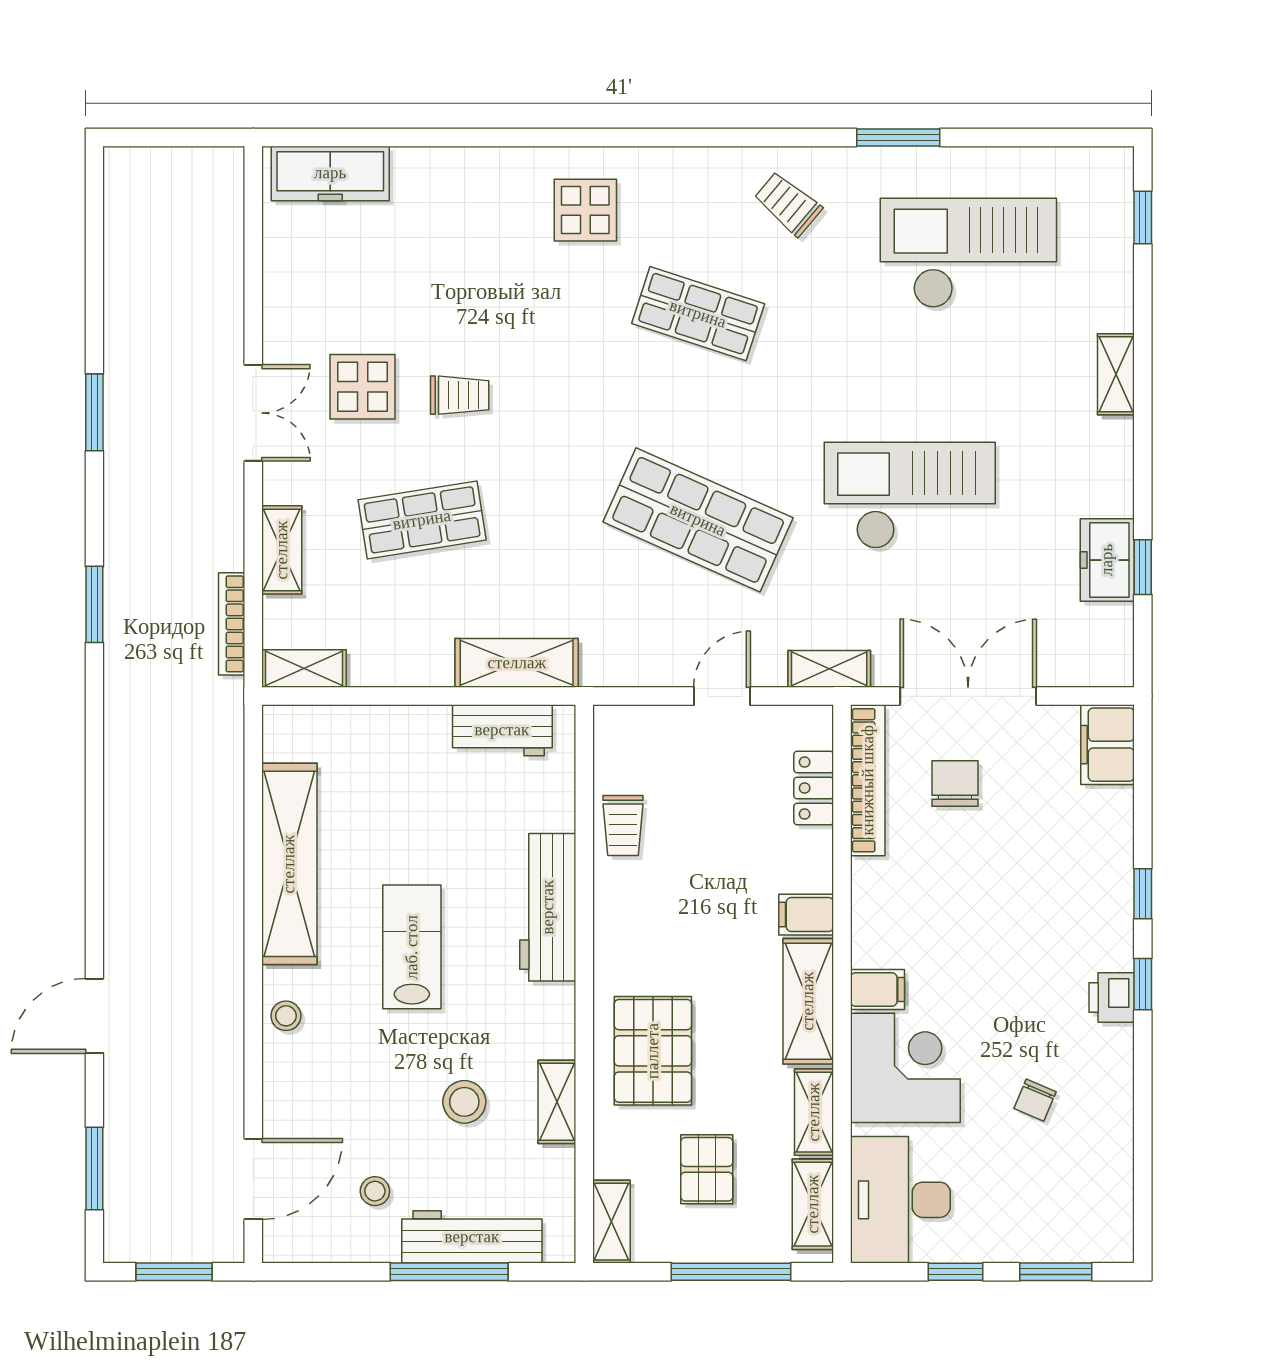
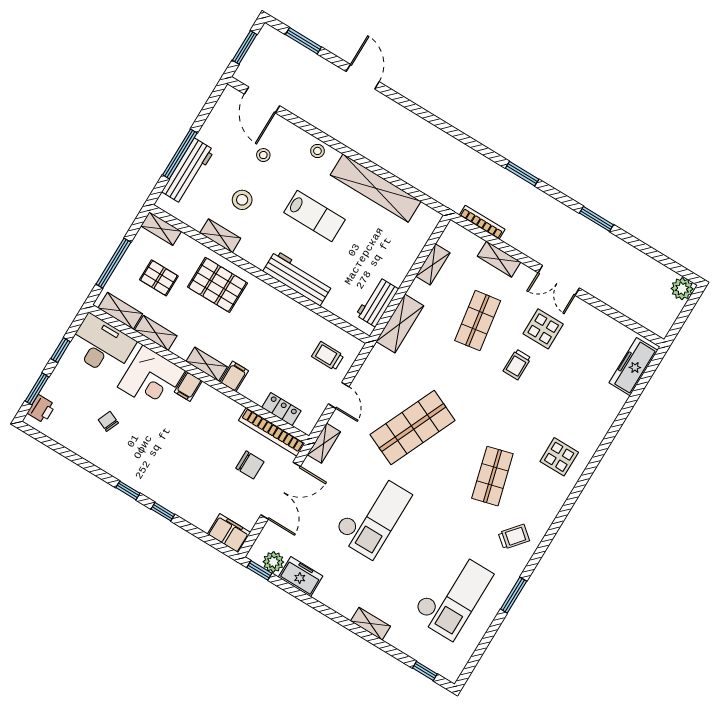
plant: (128, 171) -> (682, 289), added
shop shelf: (698, 314) -> (492, 476), turned -33
window: (1143, 567) -> (259, 570), moved
plant: (1111, 628) -> (273, 562), added
shelving: (304, 669) -> (433, 264), moved
trolley: (623, 826) -> (328, 356), moved
printer: (1112, 998) -> (41, 409), moved, turned 90
shelving: (808, 1001) -> (207, 364), width x0.67, depth x0.75
stool: (375, 1191) -> (263, 155), moved

